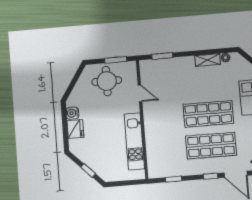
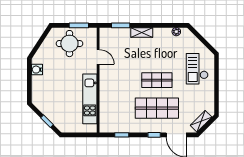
shelving: (208, 60) -> (142, 32), moved
shop shelf: (208, 114) -> (157, 80), width x0.70, depth x0.74
fridge: (75, 129) -> (38, 84), removed

